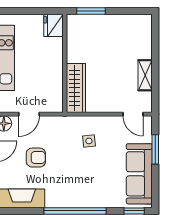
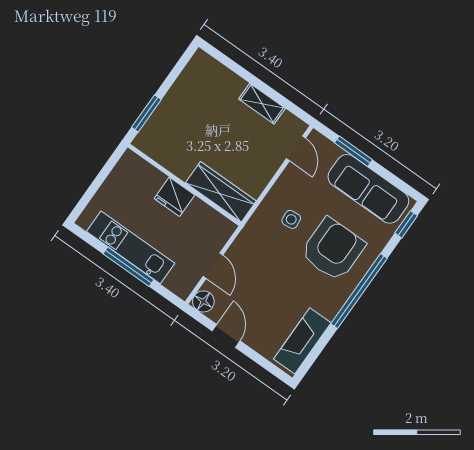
fridge: (53, 25) -> (174, 197), moved
door: (133, 114) -> (296, 148), hinge flipped
armchair: (36, 158) -> (333, 249), moved, width x1.88, depth x1.88

